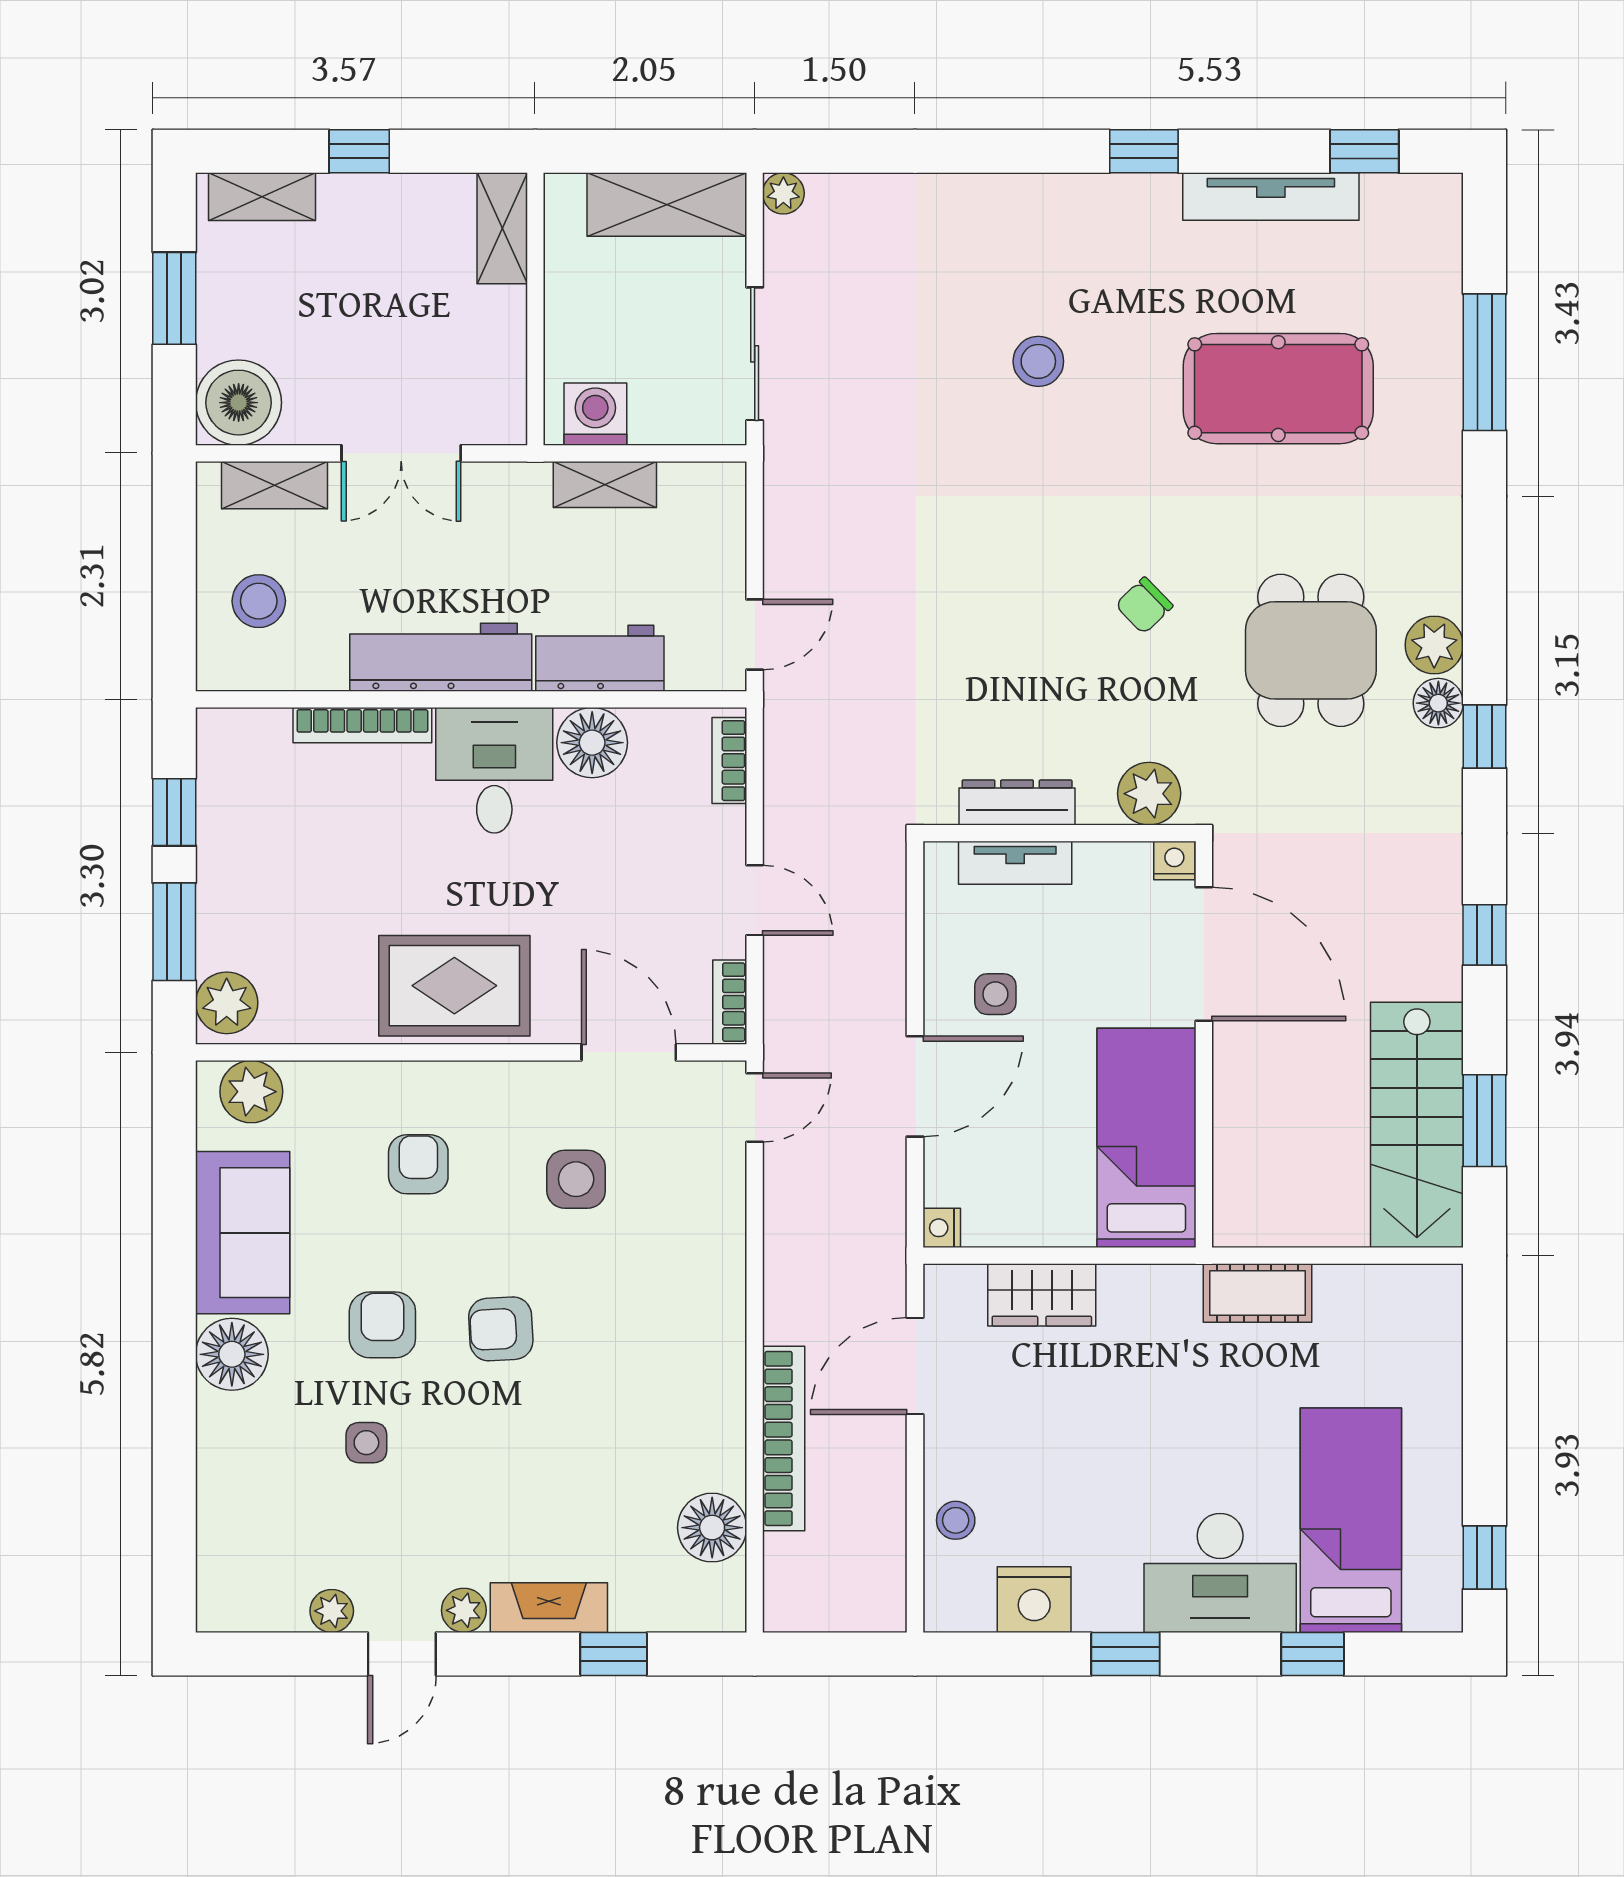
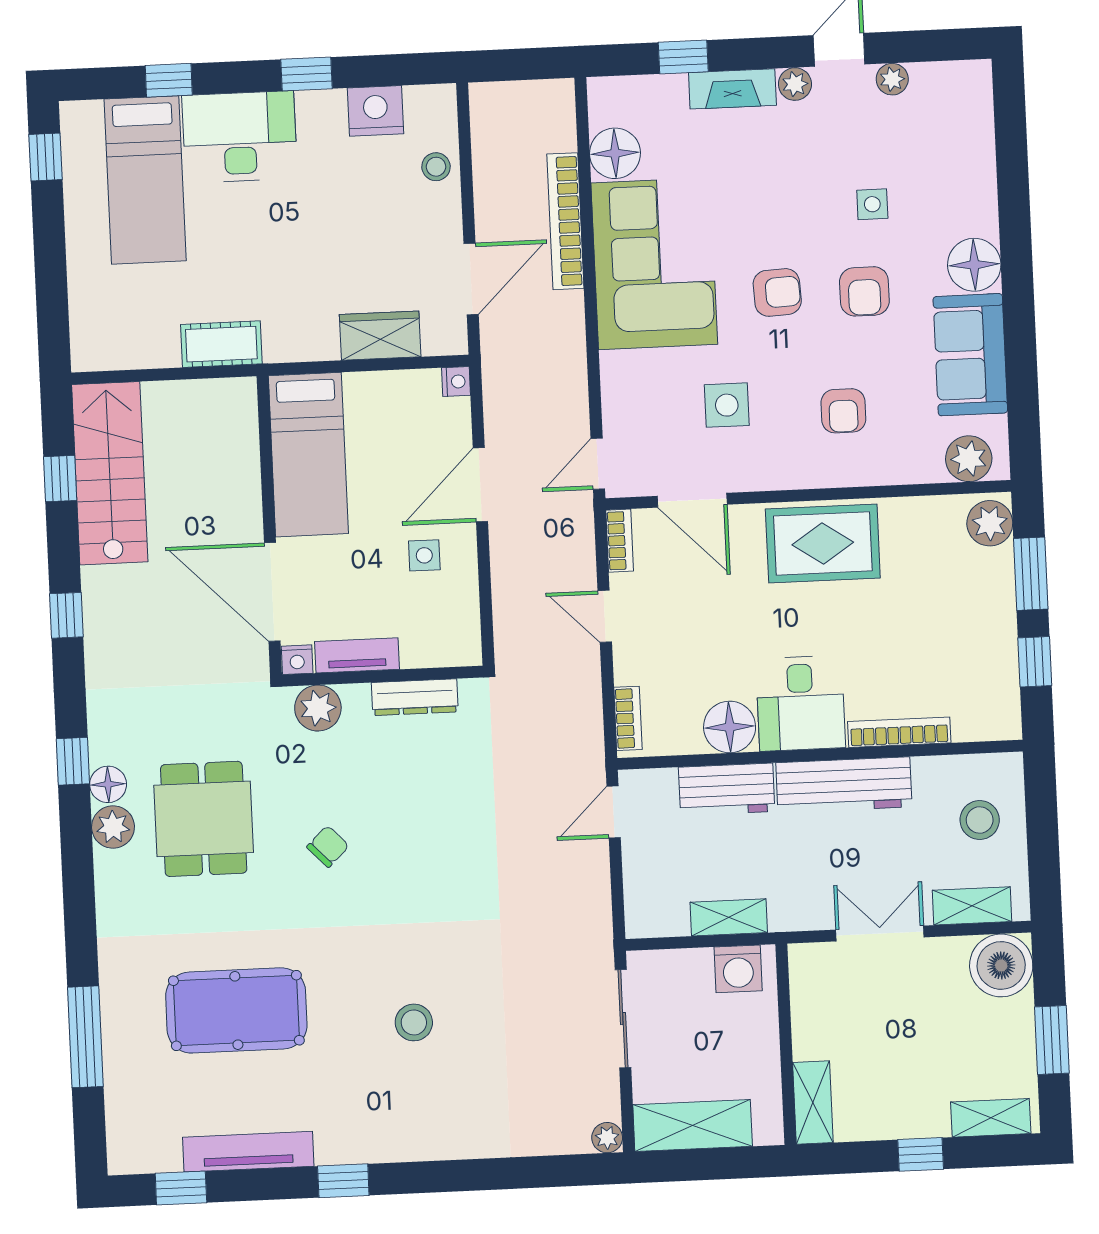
tv unit: (1015, 863) -> (357, 655), moved
window: (1485, 1121) -> (60, 479), width x0.67
corner sofa: (666, 1375) -> (654, 264), added

